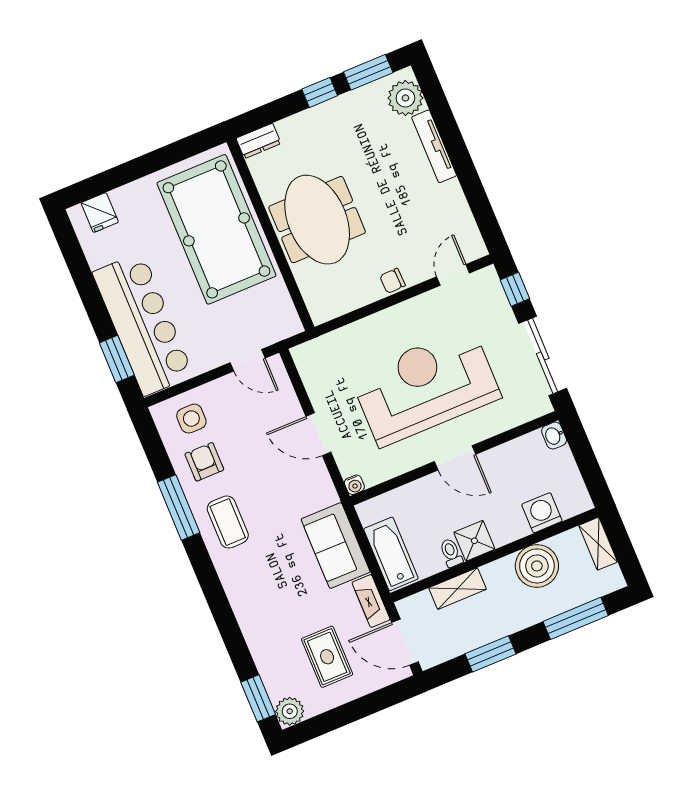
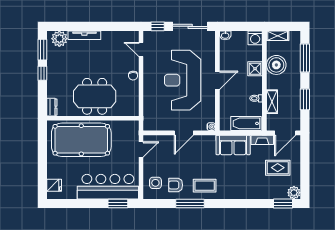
washing machine: (542, 513) -> (255, 38), moved, turned -90
shower: (474, 541) -> (255, 69), moved

